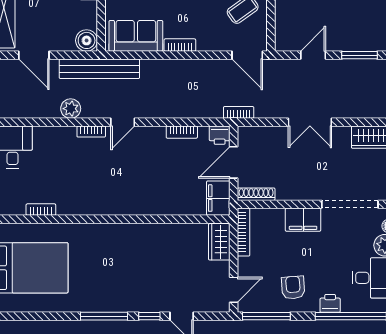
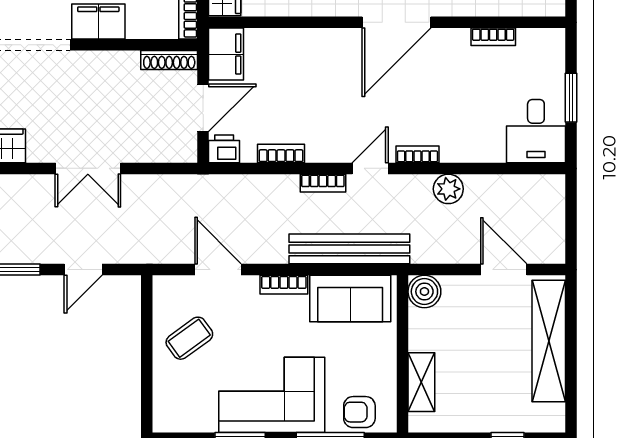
door: (247, 55) -> (218, 270), moved
bench: (99, 69) -> (349, 249), moved
bookcase: (239, 112) -> (323, 183), moved
double door: (310, 122) -> (88, 168), swing flipped
door: (105, 219) -> (396, 22), added

